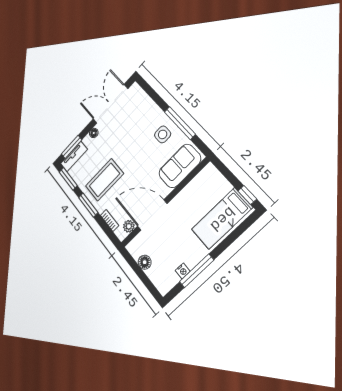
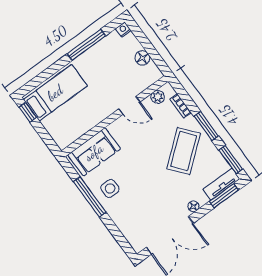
coffee table: (104, 180) -> (184, 151), turned -39
door: (152, 215) -> (129, 105), width x0.53
nightstand: (183, 271) -> (123, 30), moved

